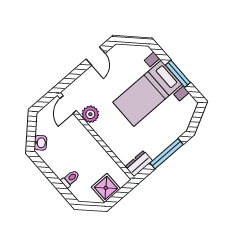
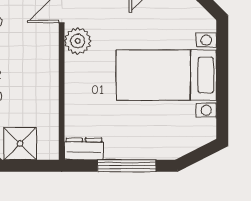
window: (178, 74) -> (222, 84), removed

